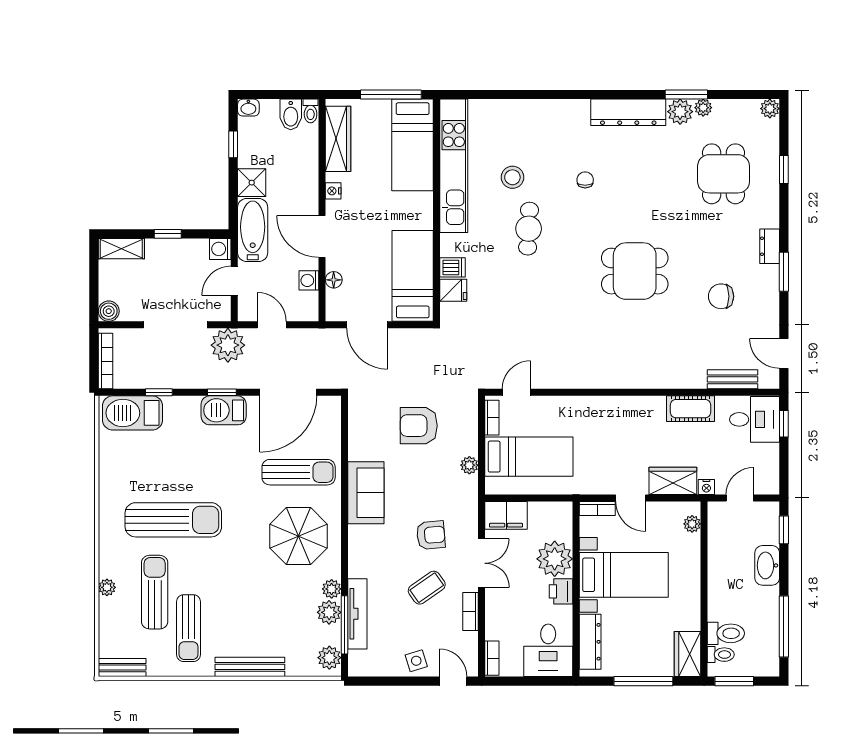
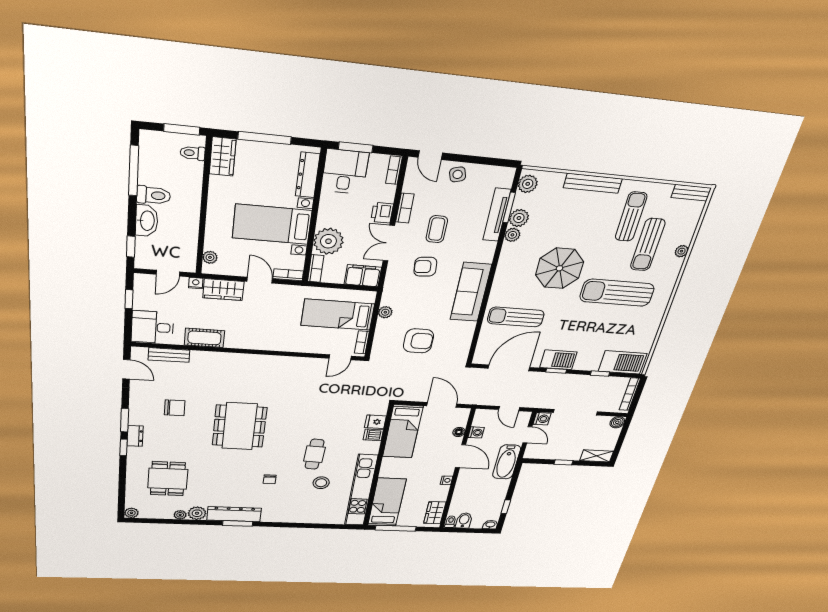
window: (686, 95) -> (238, 523), moved
wardrobe: (338, 139) -> (435, 513), width x0.67
window: (784, 170) -> (124, 447), moved
shower: (252, 183) -> (500, 487), removed
washing machine: (220, 249) -> (542, 419), moved
dining table: (635, 271) -> (240, 426), width x1.38
door: (234, 281) -> (527, 435), hinge flipped
plant: (228, 345) -> (543, 398), removed
window: (784, 424) -> (129, 299), moved
sofa: (366, 493) -> (471, 292), width x1.36
bookcase: (565, 520) -> (316, 269), added
parasol: (298, 536) -> (559, 268), moved
coffee table: (427, 588) -> (437, 229), turned -55
printer: (561, 591) -> (382, 213), moved, turned 180
window: (344, 625) -> (509, 208), width x0.69
toilet: (726, 633) -> (154, 195), moved, turned 180
window: (540, 681) -> (356, 147), added

